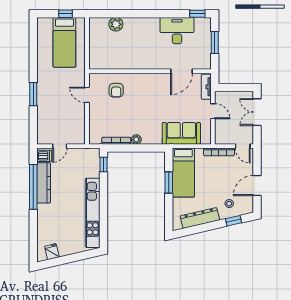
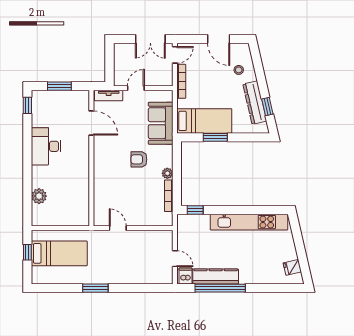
desk: (177, 31) -> (46, 146), moved
armchair: (116, 90) -> (139, 159), moved, turned 180
window: (33, 94) -> (95, 288), moved
door: (87, 95) -> (118, 228), swing flipped
double door: (257, 112) -> (150, 39), moved
window: (234, 221) -> (267, 107), moved

